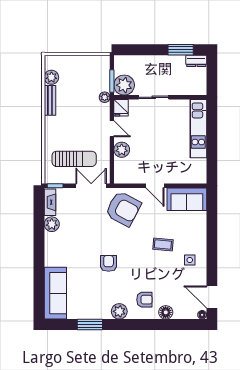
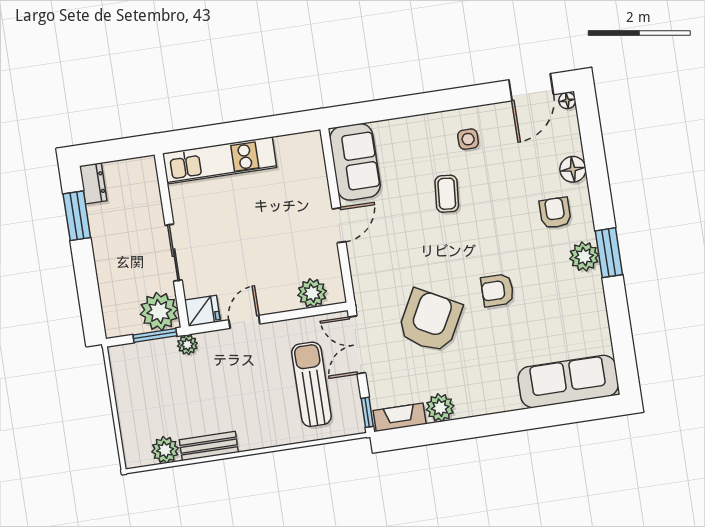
plant: (122, 150) -> (312, 293), moved
armchair: (123, 209) -> (430, 321), moved
window: (90, 325) -> (609, 253), moved

